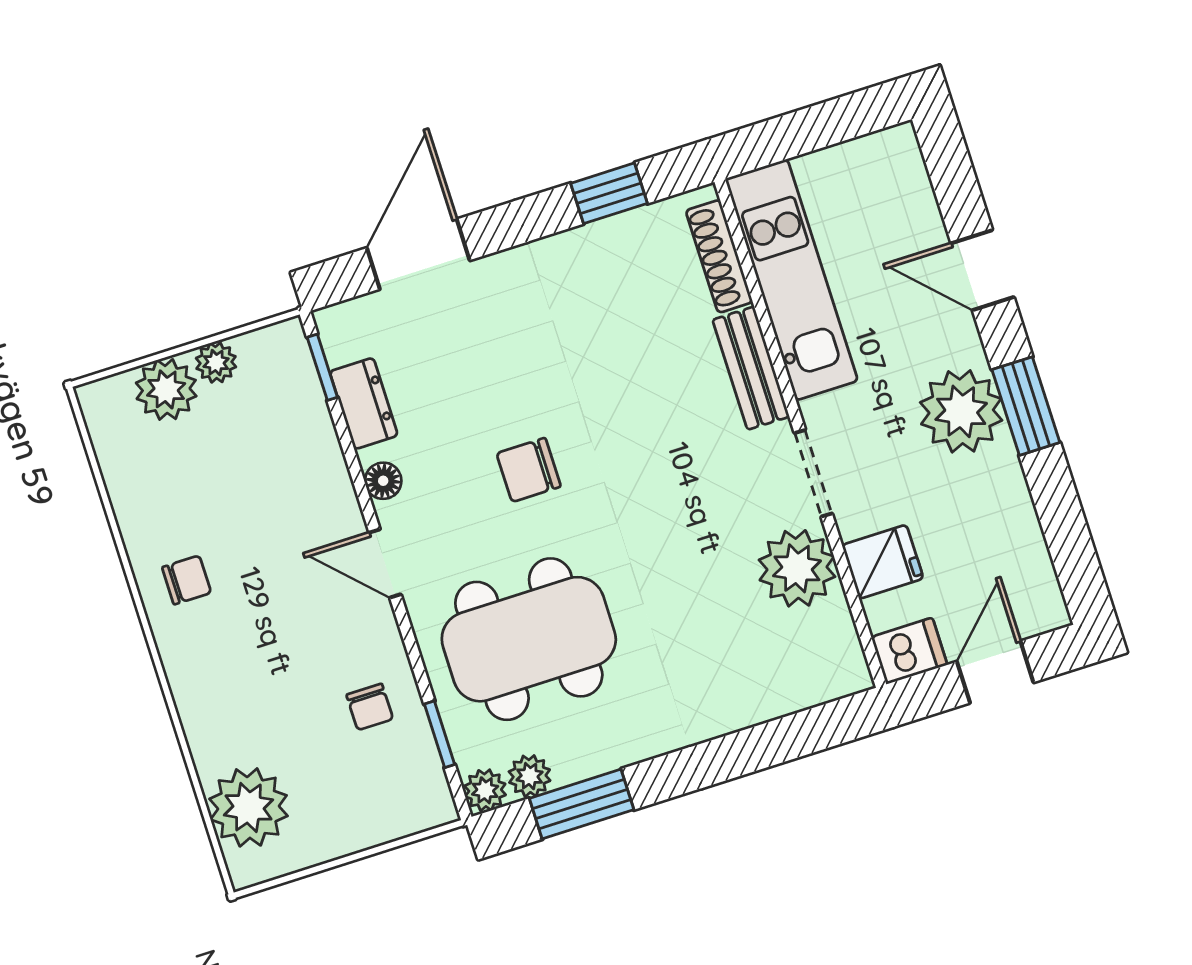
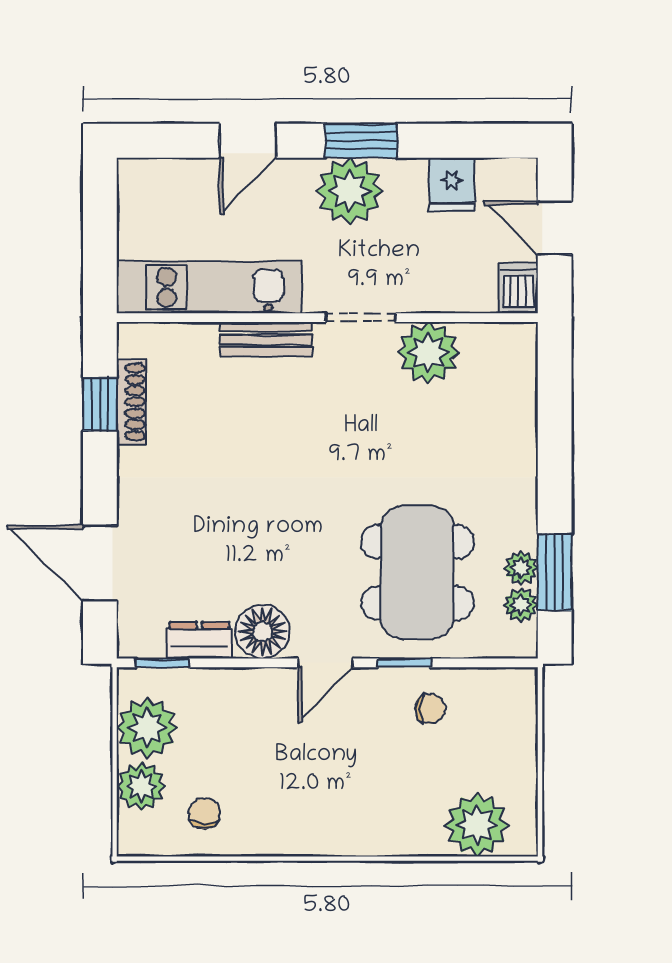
shoe rack: (719, 256) -> (131, 402), moved, turned -90
plant: (216, 363) -> (147, 728), width x1.87, depth x1.87
chair: (529, 470) -> (289, 532), removed
floor lamp: (383, 481) -> (263, 631), width x1.89, depth x1.89
fridge: (883, 562) -> (452, 184), moved, turned 180
chair: (187, 580) -> (204, 813), moved
window: (439, 734) -> (404, 663), moved
plant: (485, 790) -> (521, 568), moved

